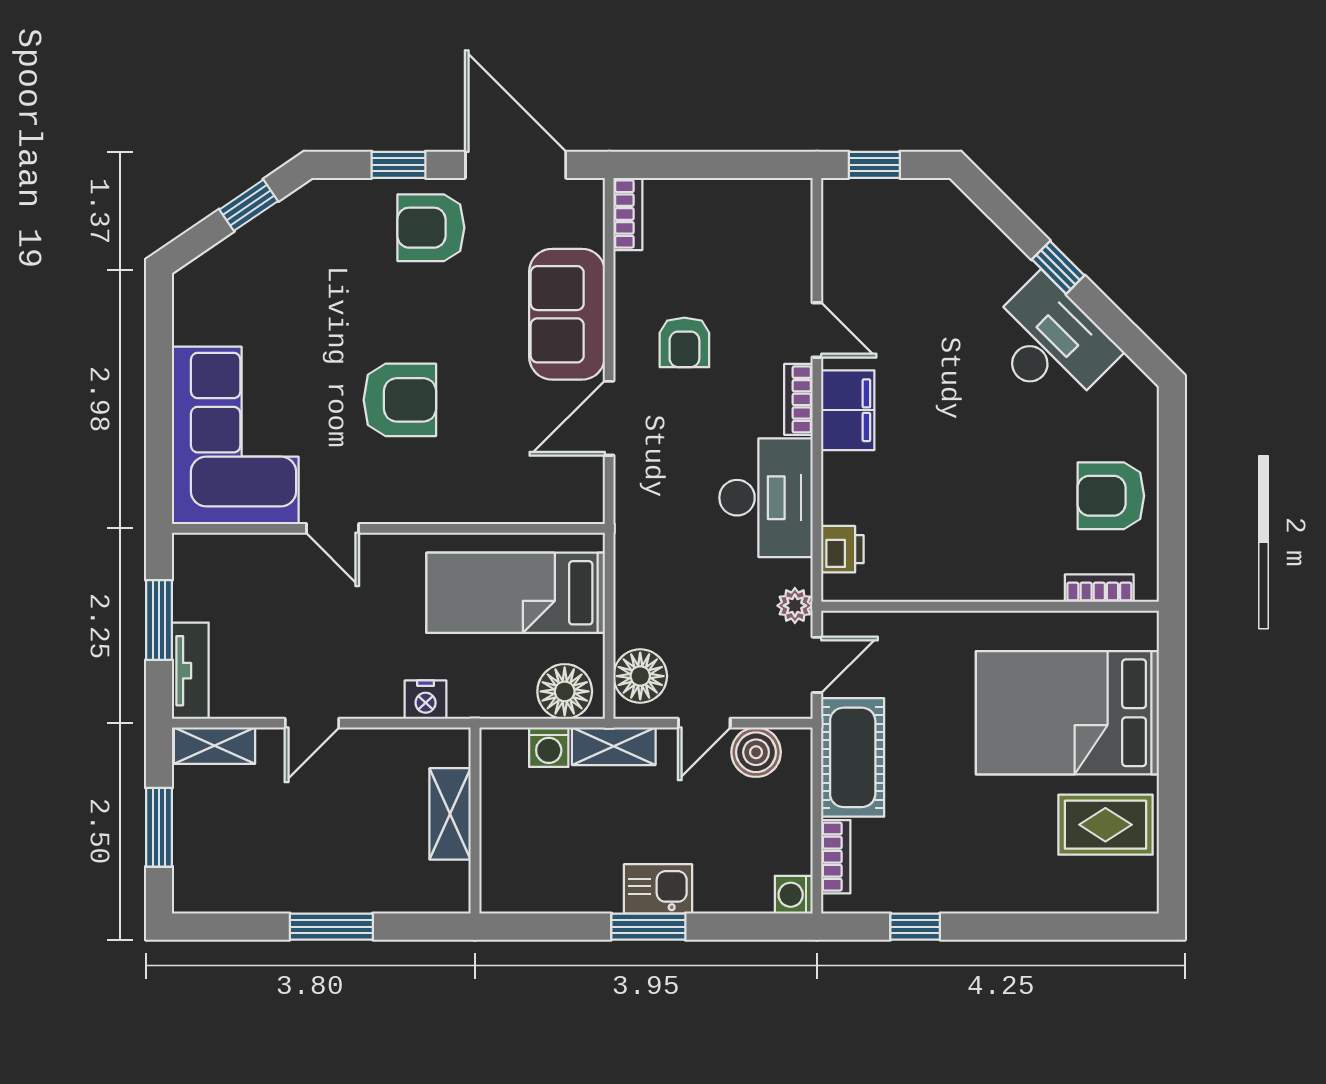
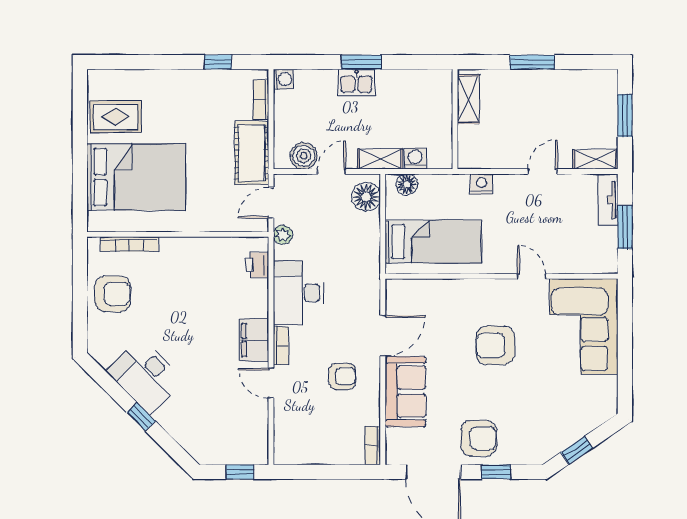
armchair: (684, 342) -> (342, 376), turned 90
bookcase: (1099, 588) -> (129, 244), width x1.56
floor lamp: (565, 691) -> (407, 185), width x0.73, depth x0.73
shelving: (450, 814) -> (468, 99), moved

